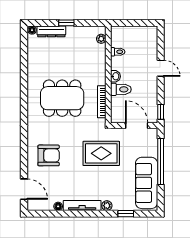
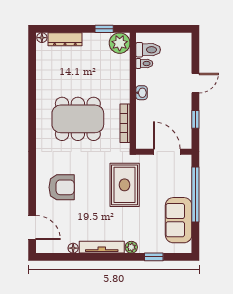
window: (66, 23) -> (104, 29), moved
plant: (101, 39) -> (120, 43), width x1.88, depth x1.88
door: (161, 68) -> (195, 83), hinge flipped
toilet: (121, 89) -> (148, 50), moved
window: (161, 112) -> (195, 119), moved
rug: (101, 153) -> (125, 185), turned 90
sofa: (147, 183) -> (179, 220), width x0.73

